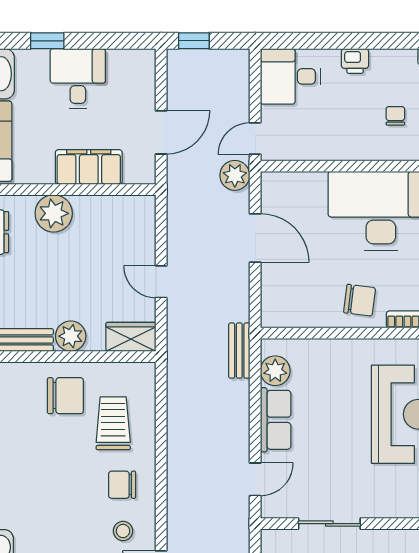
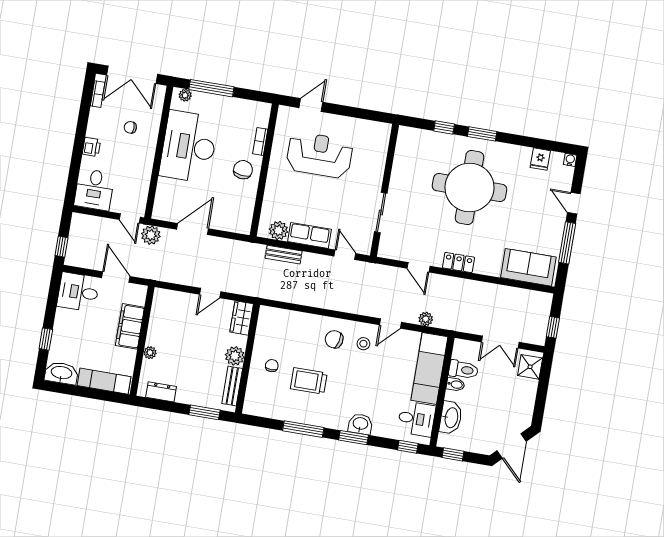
desk: (78, 78) -> (78, 292), moved
plant: (54, 213) -> (150, 353), width x0.53, depth x0.53
bench: (239, 351) -> (284, 255), moved
chair: (65, 396) -> (272, 366), width x0.54, depth x0.54
trolley: (113, 423) -> (309, 381), moved
chair: (122, 485) -> (334, 339), turned 104

